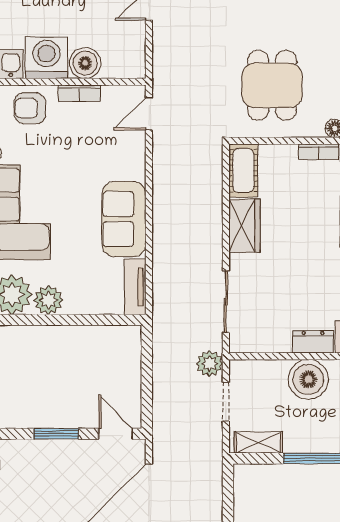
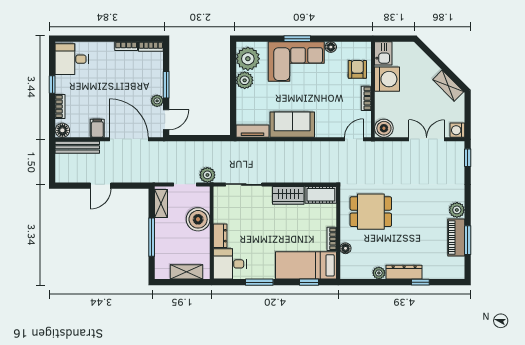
boiler: (85, 63) -> (384, 128), moved
door: (149, 114) -> (354, 139), hinge flipped
boiler: (308, 379) -> (198, 219), moved
plant: (84, 449) -> (157, 101), added

